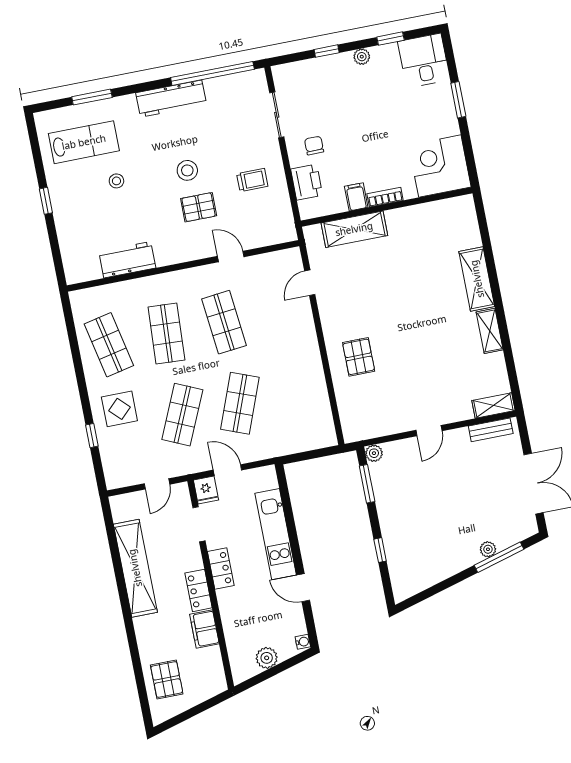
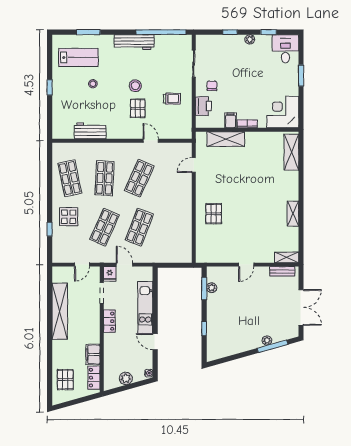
pallet: (199, 207) -> (138, 108), turned 90
shelving: (477, 279) -> (291, 152), moved
shop shelf: (224, 322) -> (139, 178), turned 30
plant: (374, 453) -> (212, 288), moved
locker: (199, 590) -> (94, 378), moved

